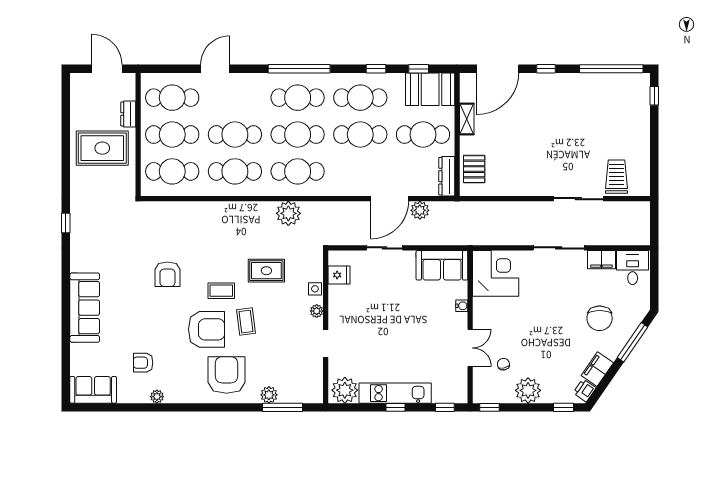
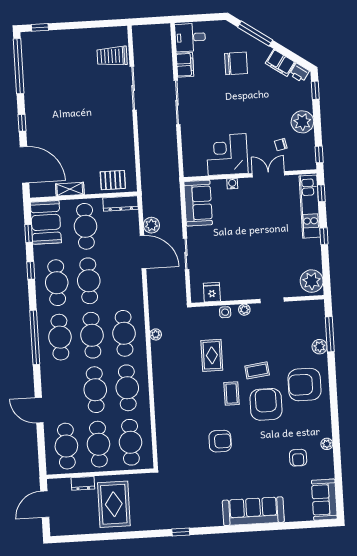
plant: (288, 213) -> (156, 334), width x0.53, depth x0.53
corner desk: (496, 273) -> (227, 155), moved
kitchen unit: (395, 393) -> (310, 207), moved

